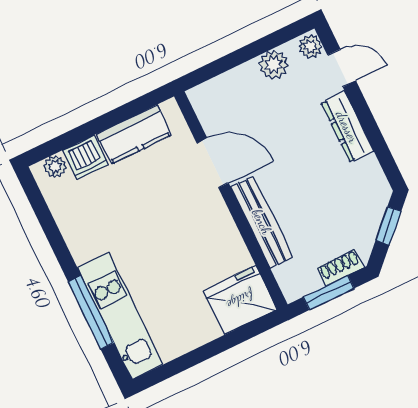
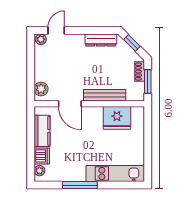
plant: (274, 65) -> (41, 89), moved
dresser: (347, 127) -> (101, 40), moved
door: (213, 163) -> (70, 104), swing flipped
fridge: (240, 300) -> (117, 118), moved, turned -90
window: (91, 312) -> (80, 185), moved

